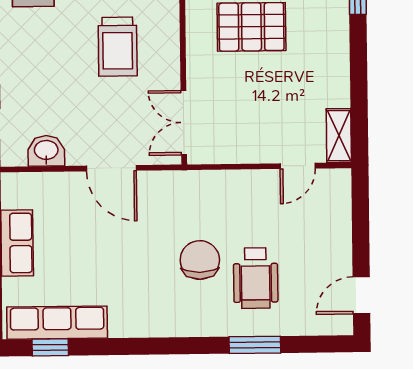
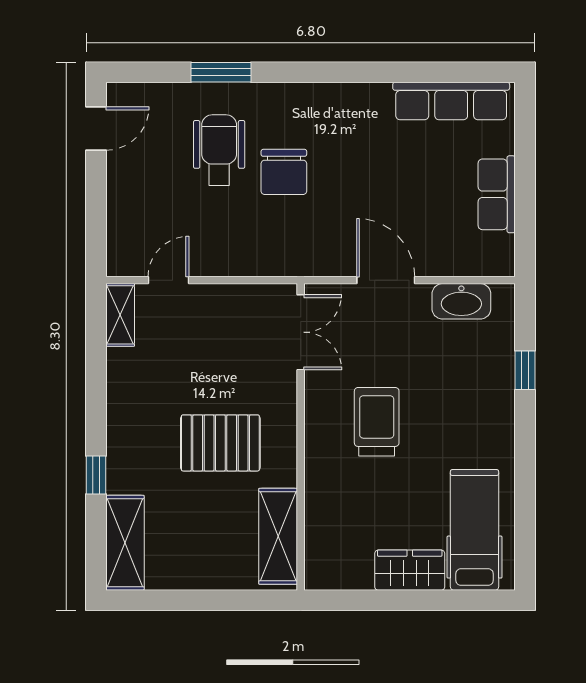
washbasin: (46, 151) -> (461, 301), width x1.38
window: (50, 347) -> (459, 72), removed

